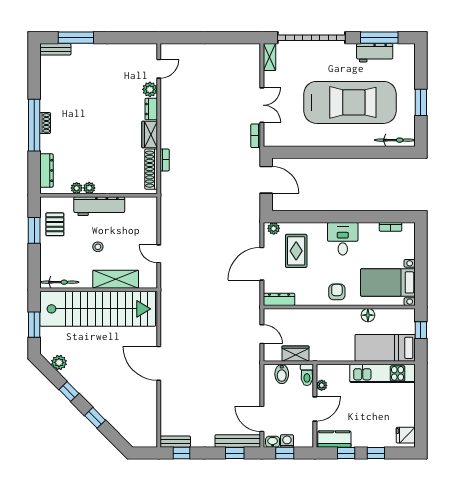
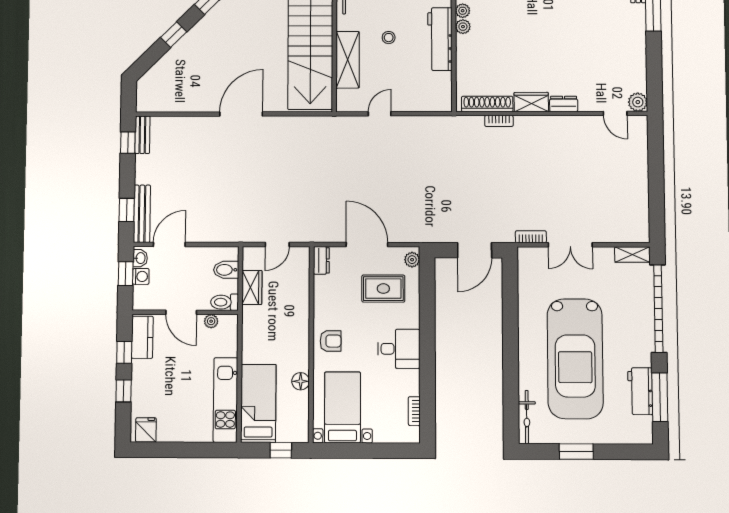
plant: (150, 89) -> (638, 102), moved
dresser: (279, 299) -> (321, 260), width x0.70

